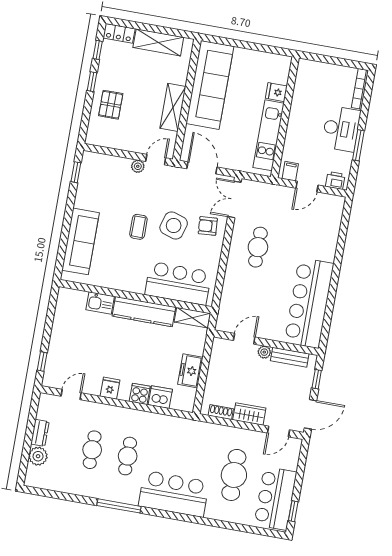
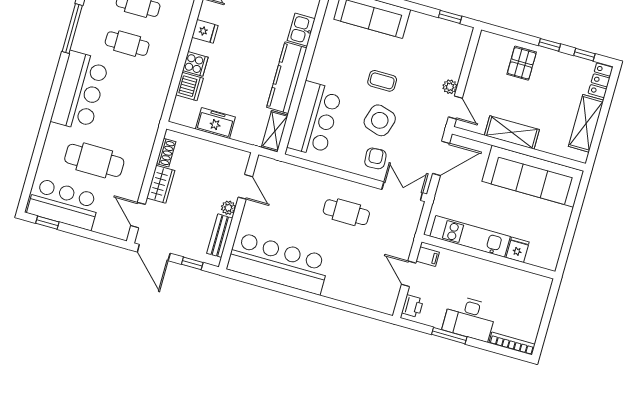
pallet: (111, 105) -> (522, 63), turned 90

